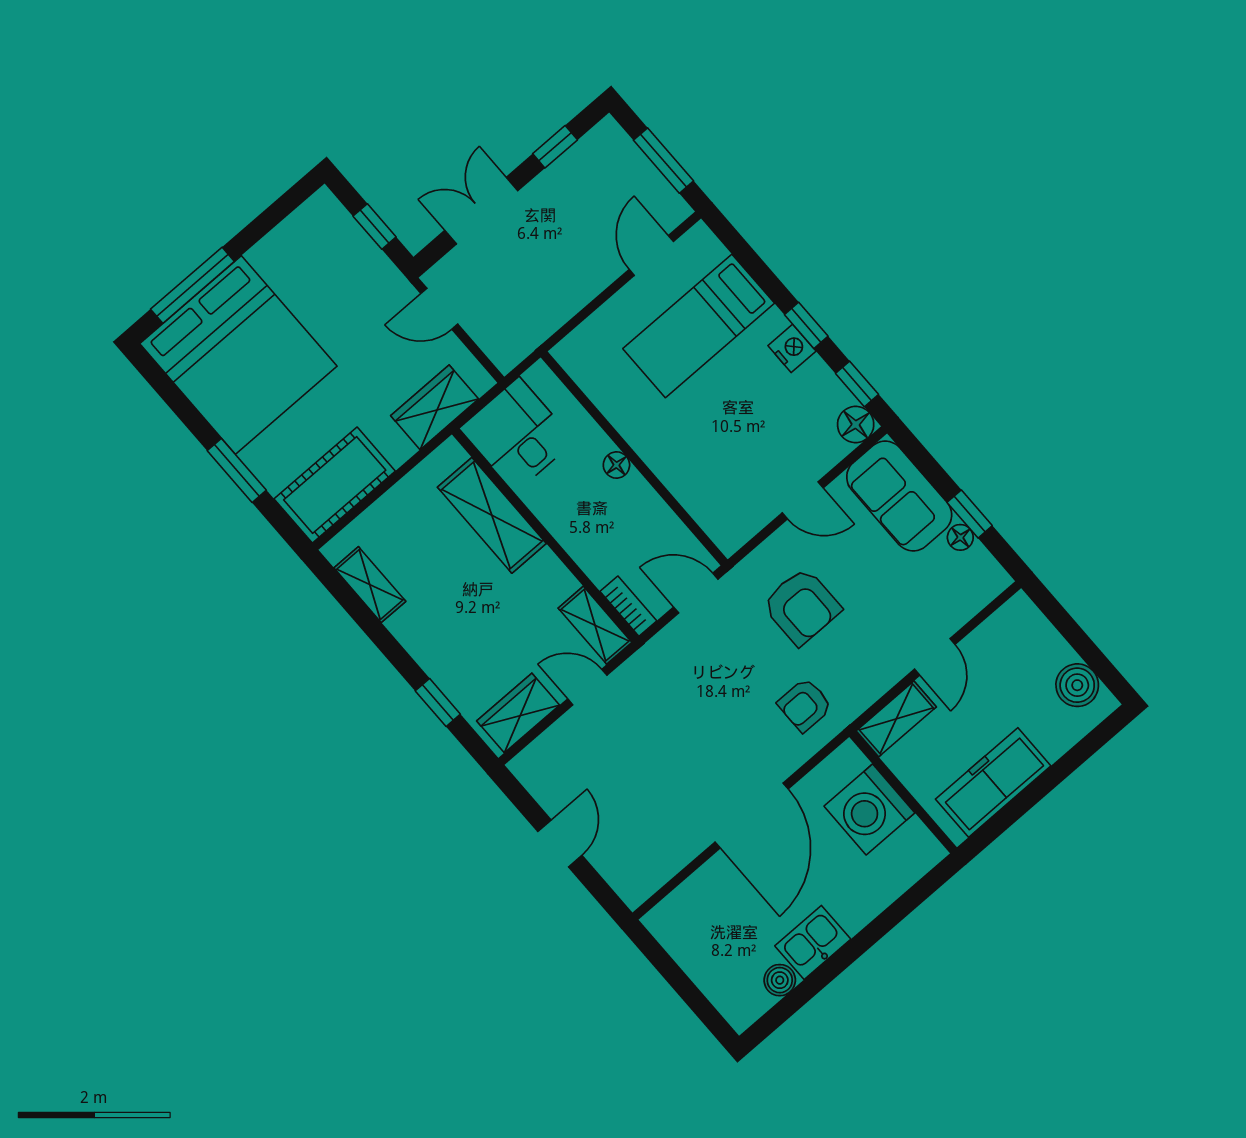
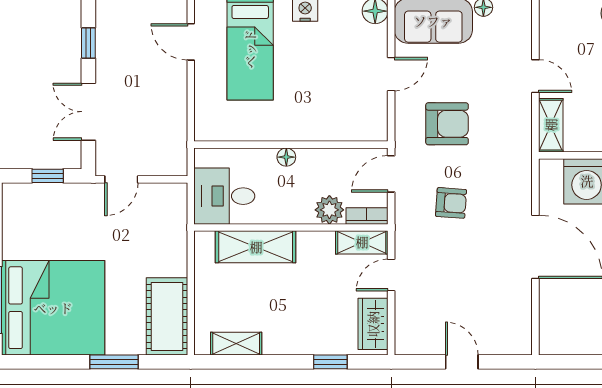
wardrobe: (435, 407) -> (172, 227), removed
plant: (600, 560) -> (329, 210), added
armchair: (805, 705) -> (451, 203), moved, turned -86

